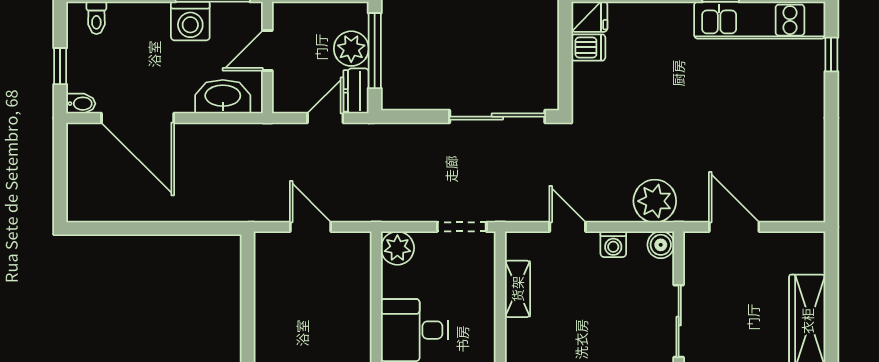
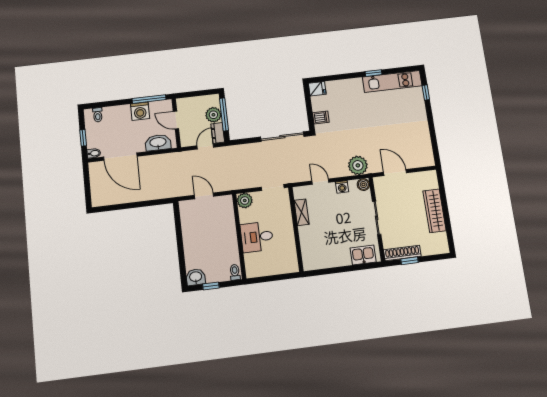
dishwasher: (588, 47) -> (321, 117), moved
door: (267, 51) -> (176, 120), hinge flipped

